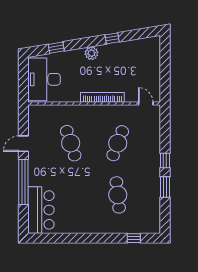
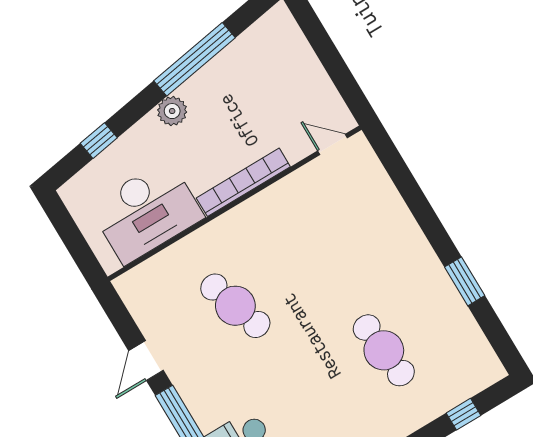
window: (112, 38) -> (194, 59), width x3.17
desk: (44, 79) -> (146, 212), moved, turned -90
cafe table: (118, 143) -> (325, 252), removed
window: (165, 160) -> (434, 231), removed

